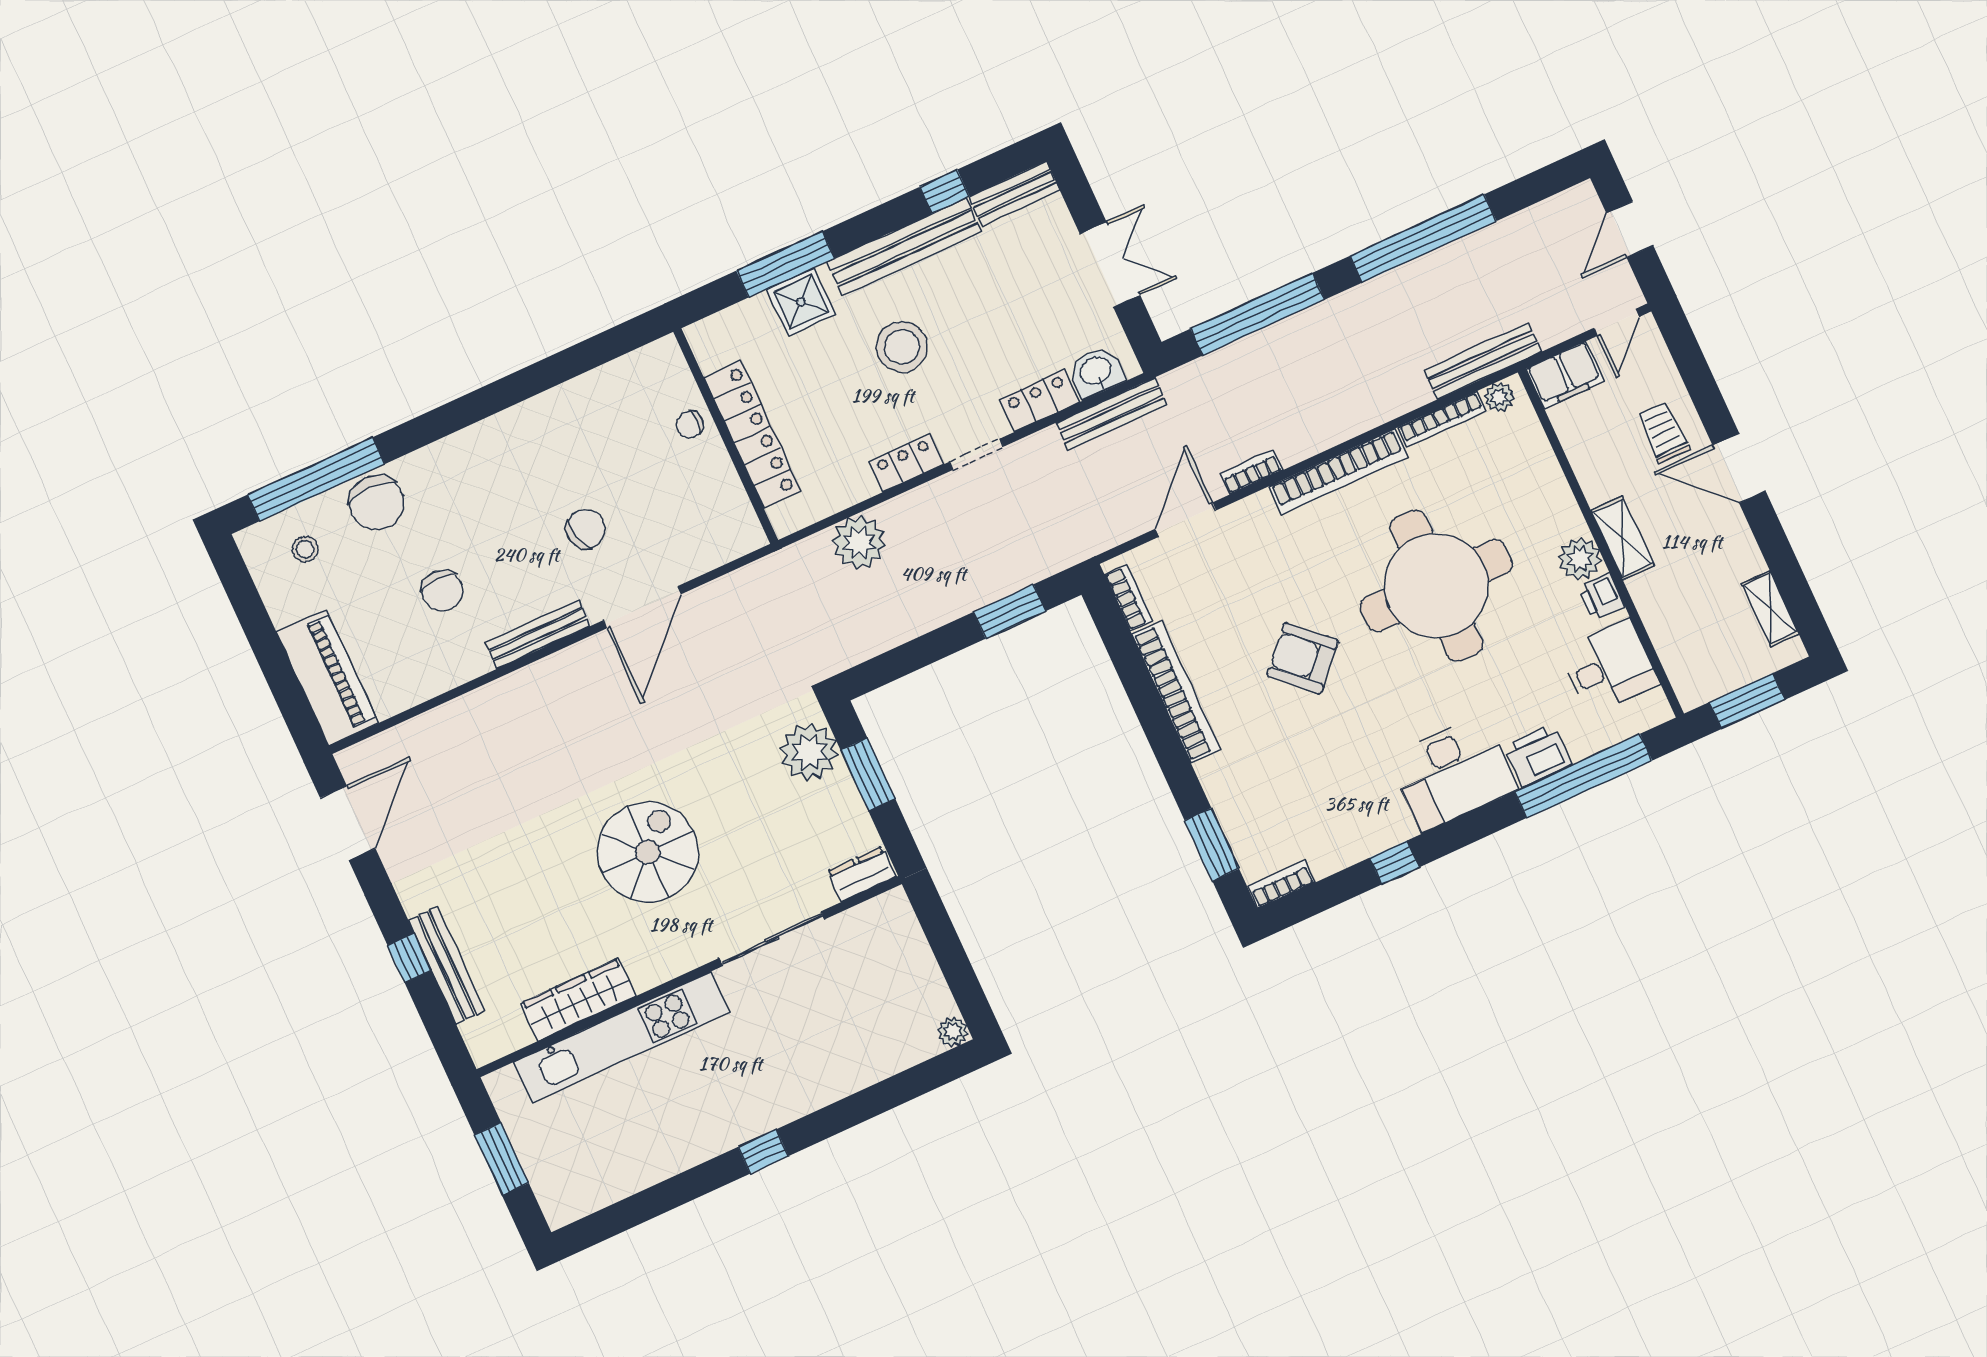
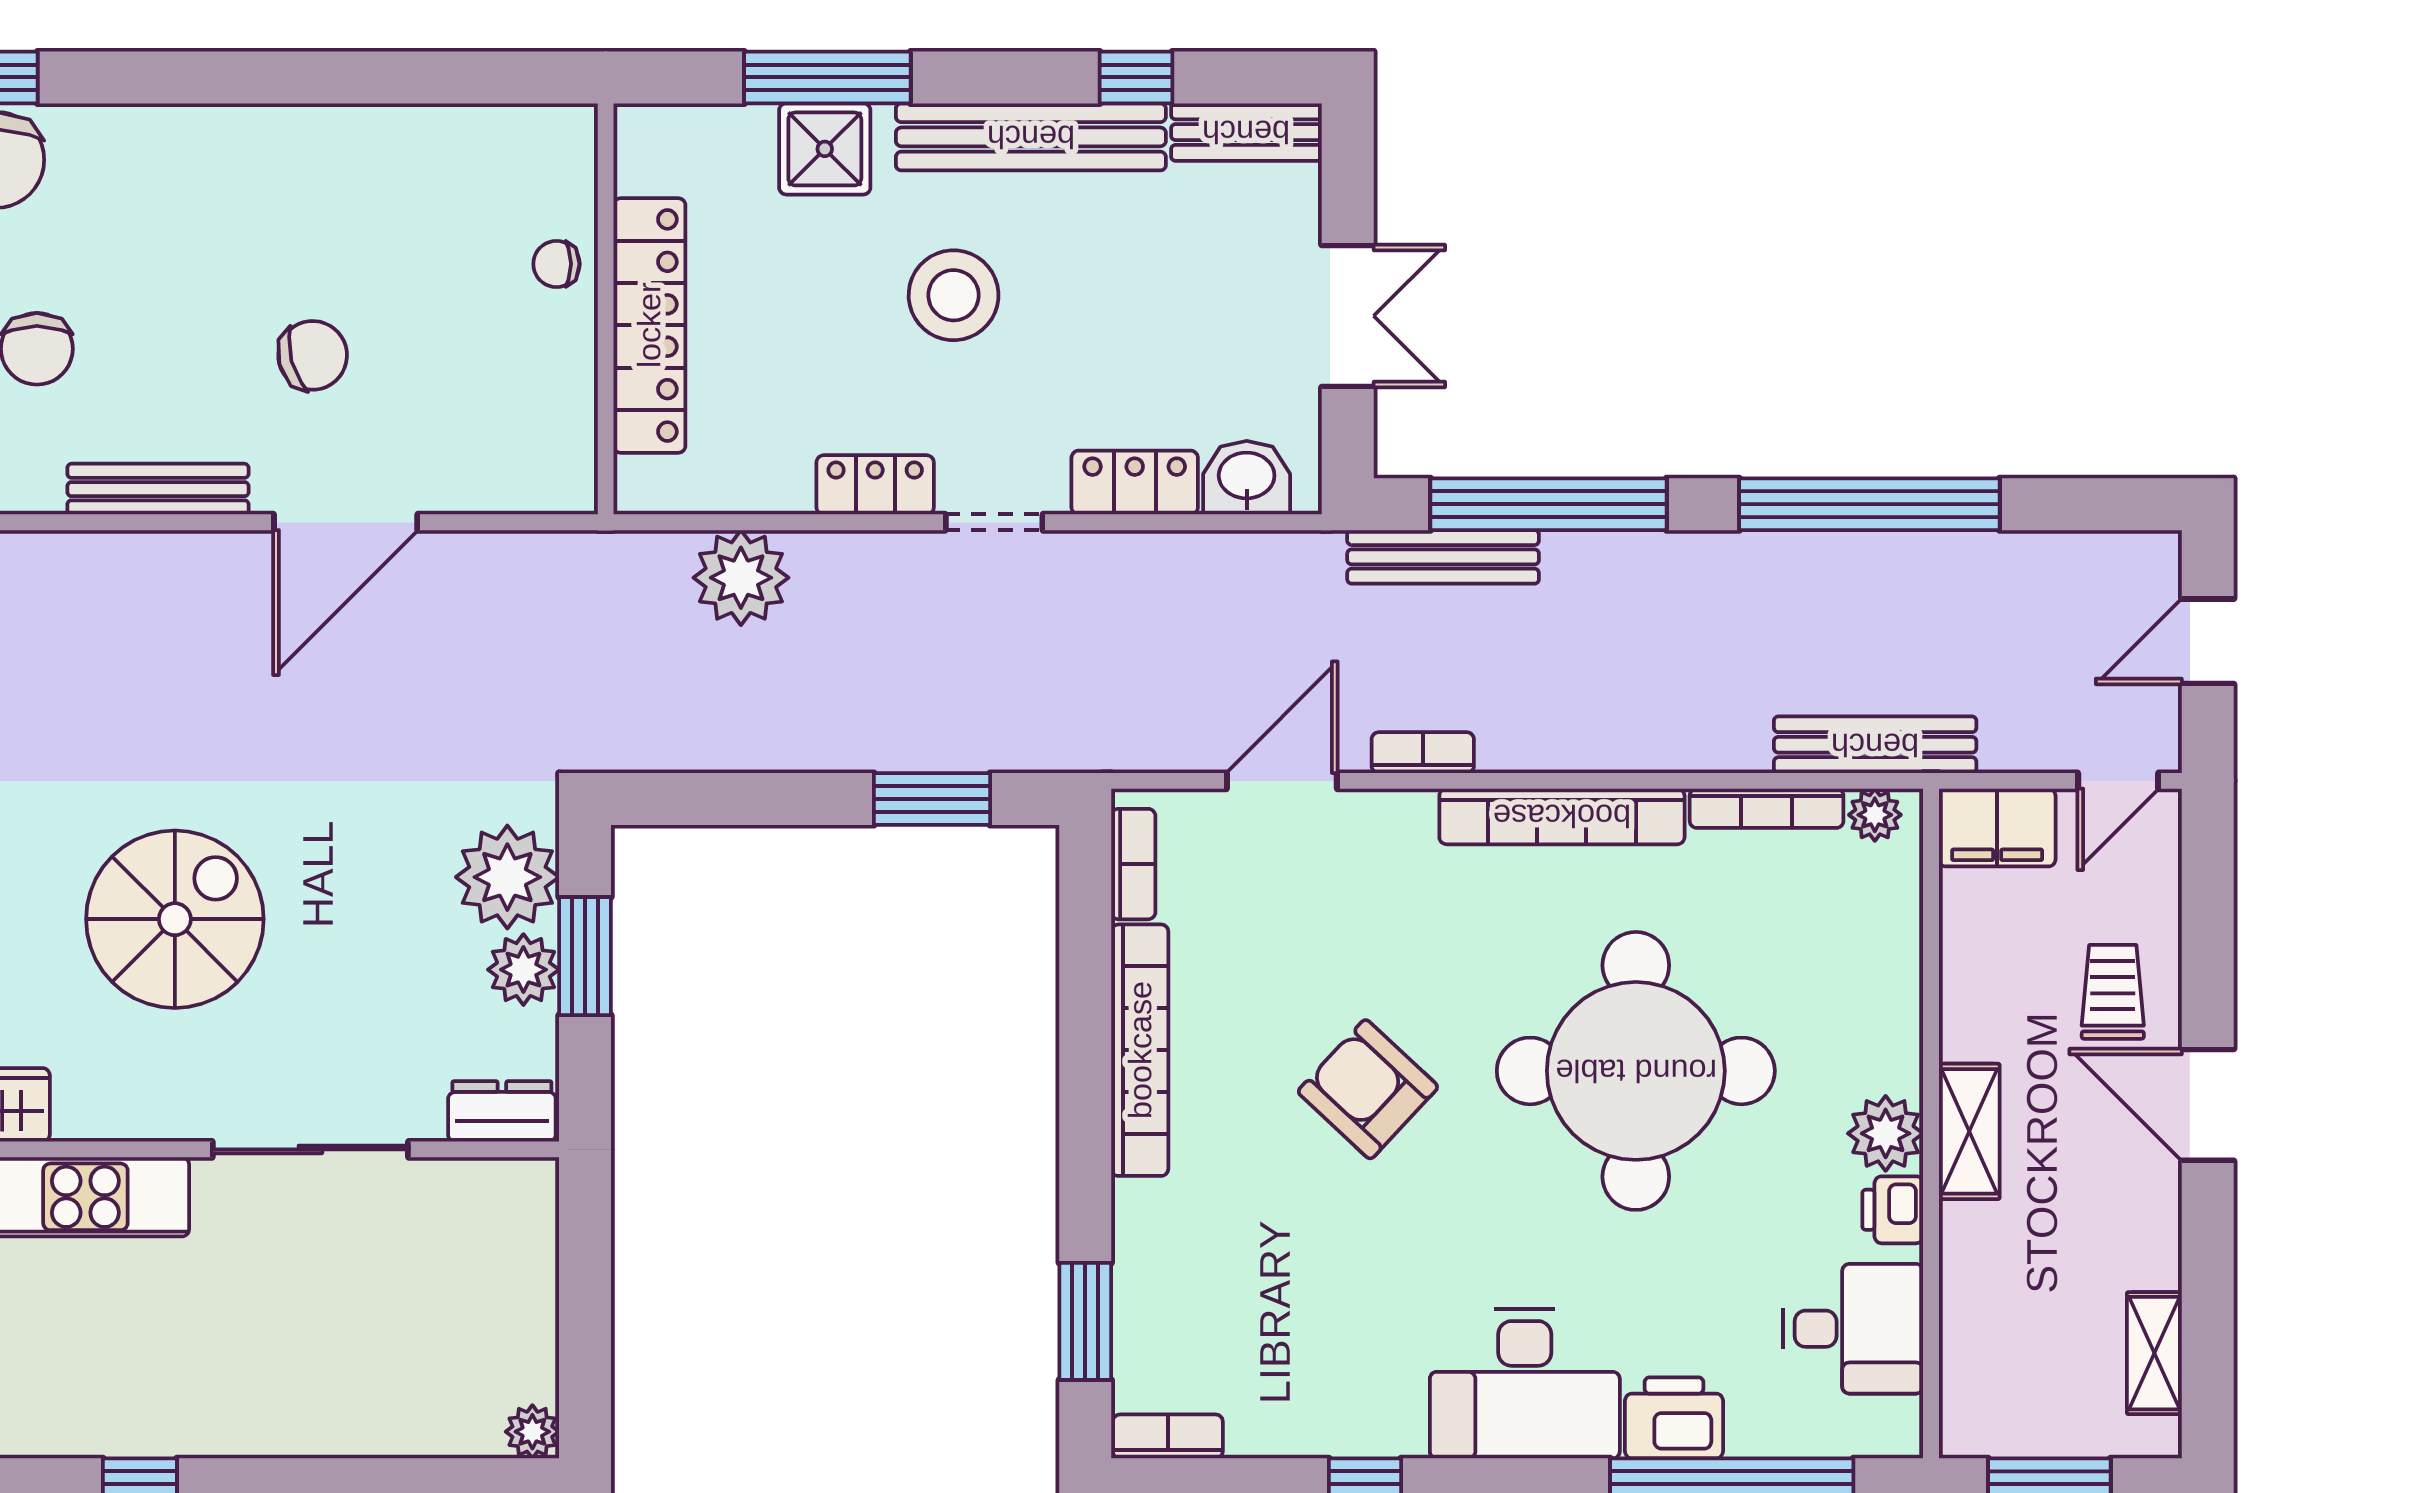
bench: (1112, 414) -> (1443, 557), moved
plant: (839, 796) -> (523, 970), added

